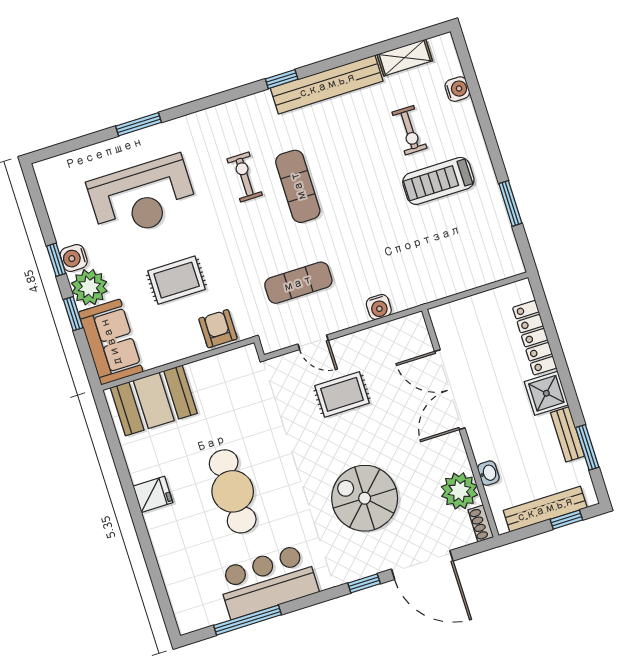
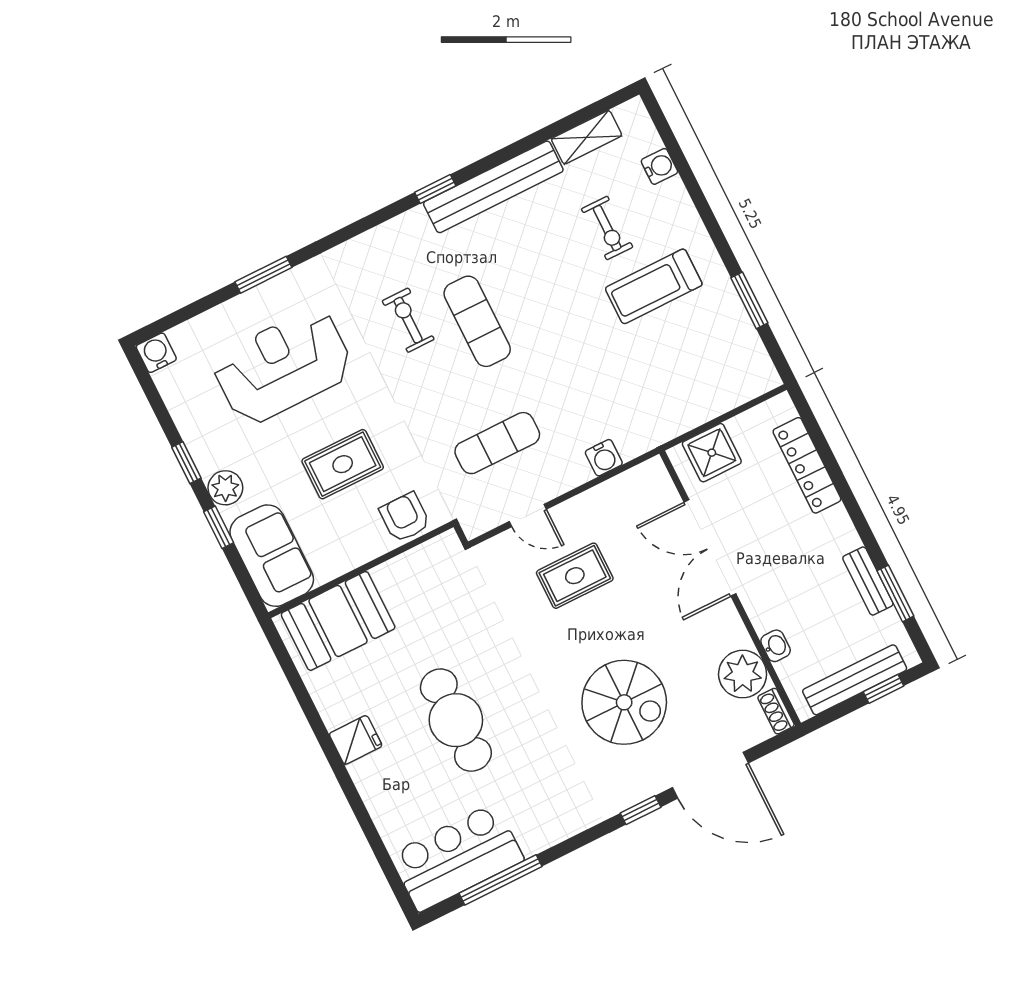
reception desk: (142, 197) -> (283, 366), turned 180
water cooler: (74, 258) -> (156, 353), moved, turned 90
plant: (89, 287) -> (225, 488), width x0.73, depth x0.73
shower: (546, 393) -> (712, 453), moved
spiral stairs: (365, 498) -> (624, 702), turned 180
bar counter: (268, 581) -> (457, 857), moved

